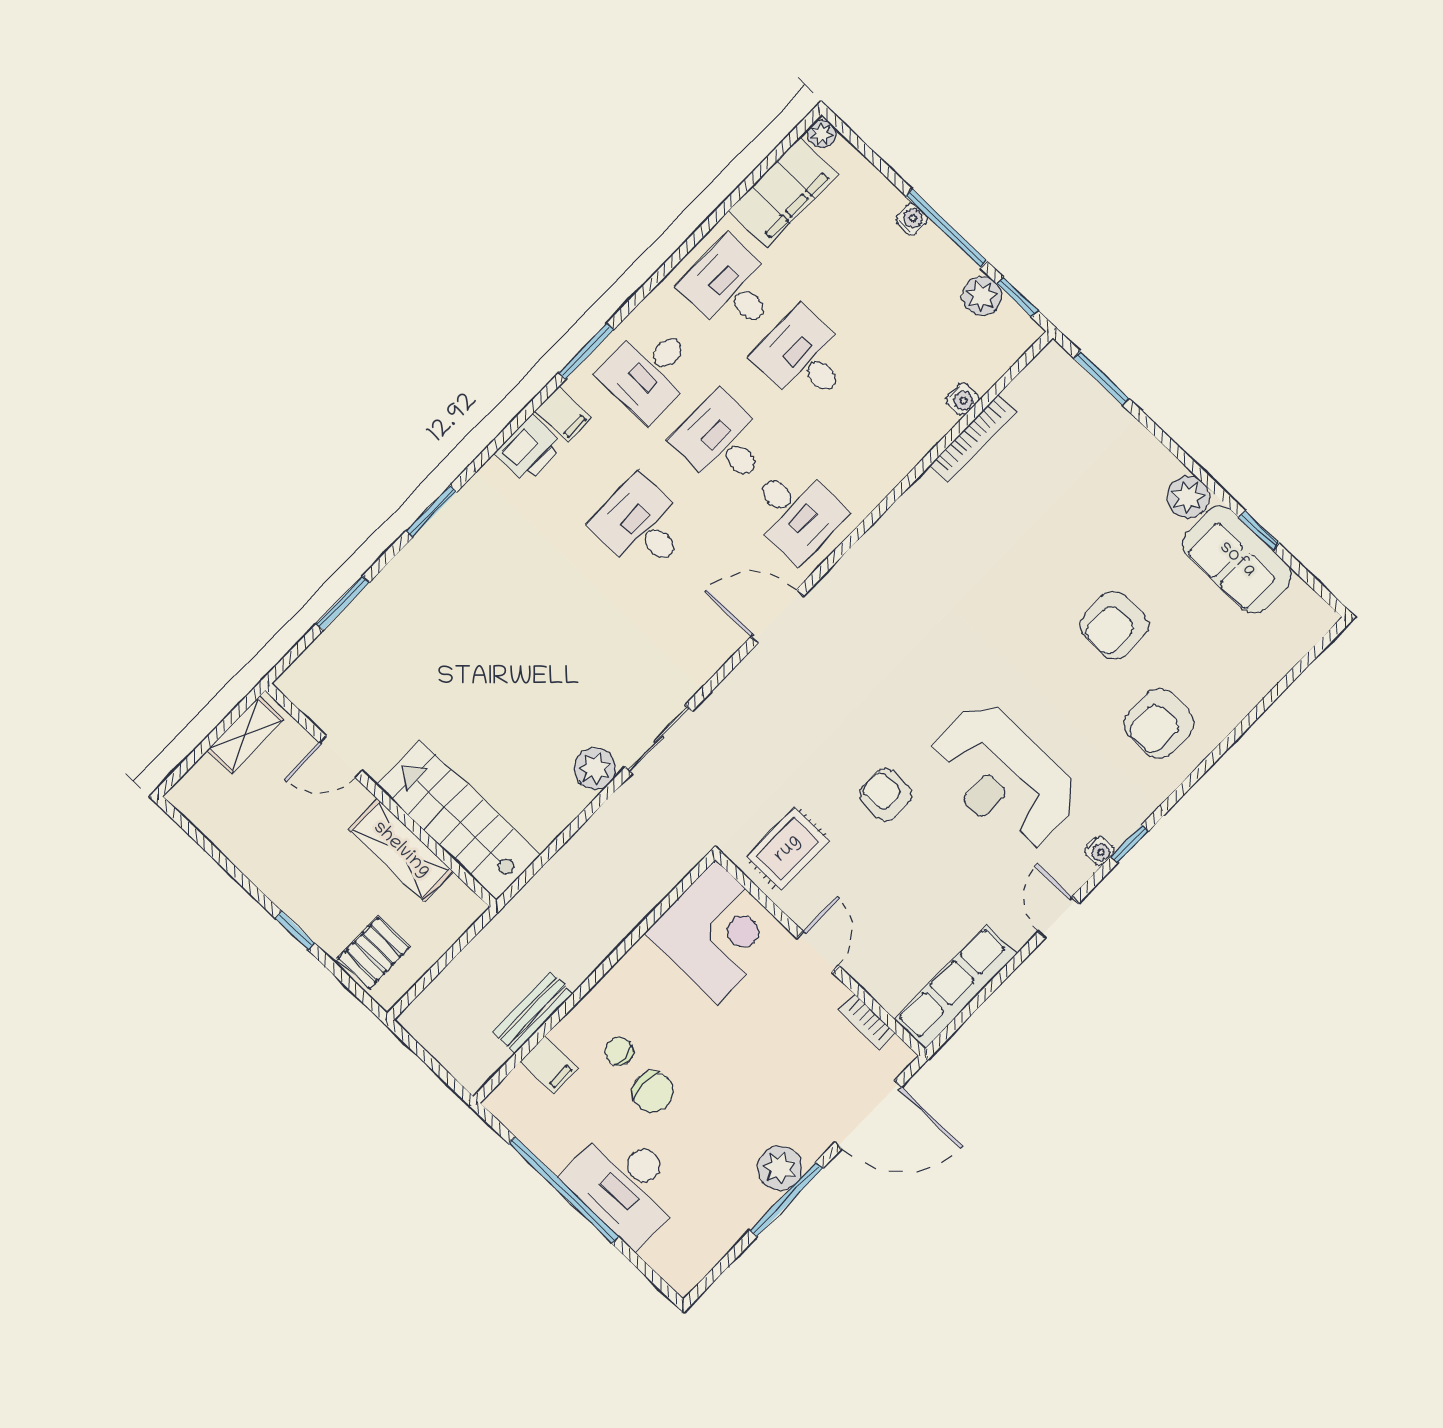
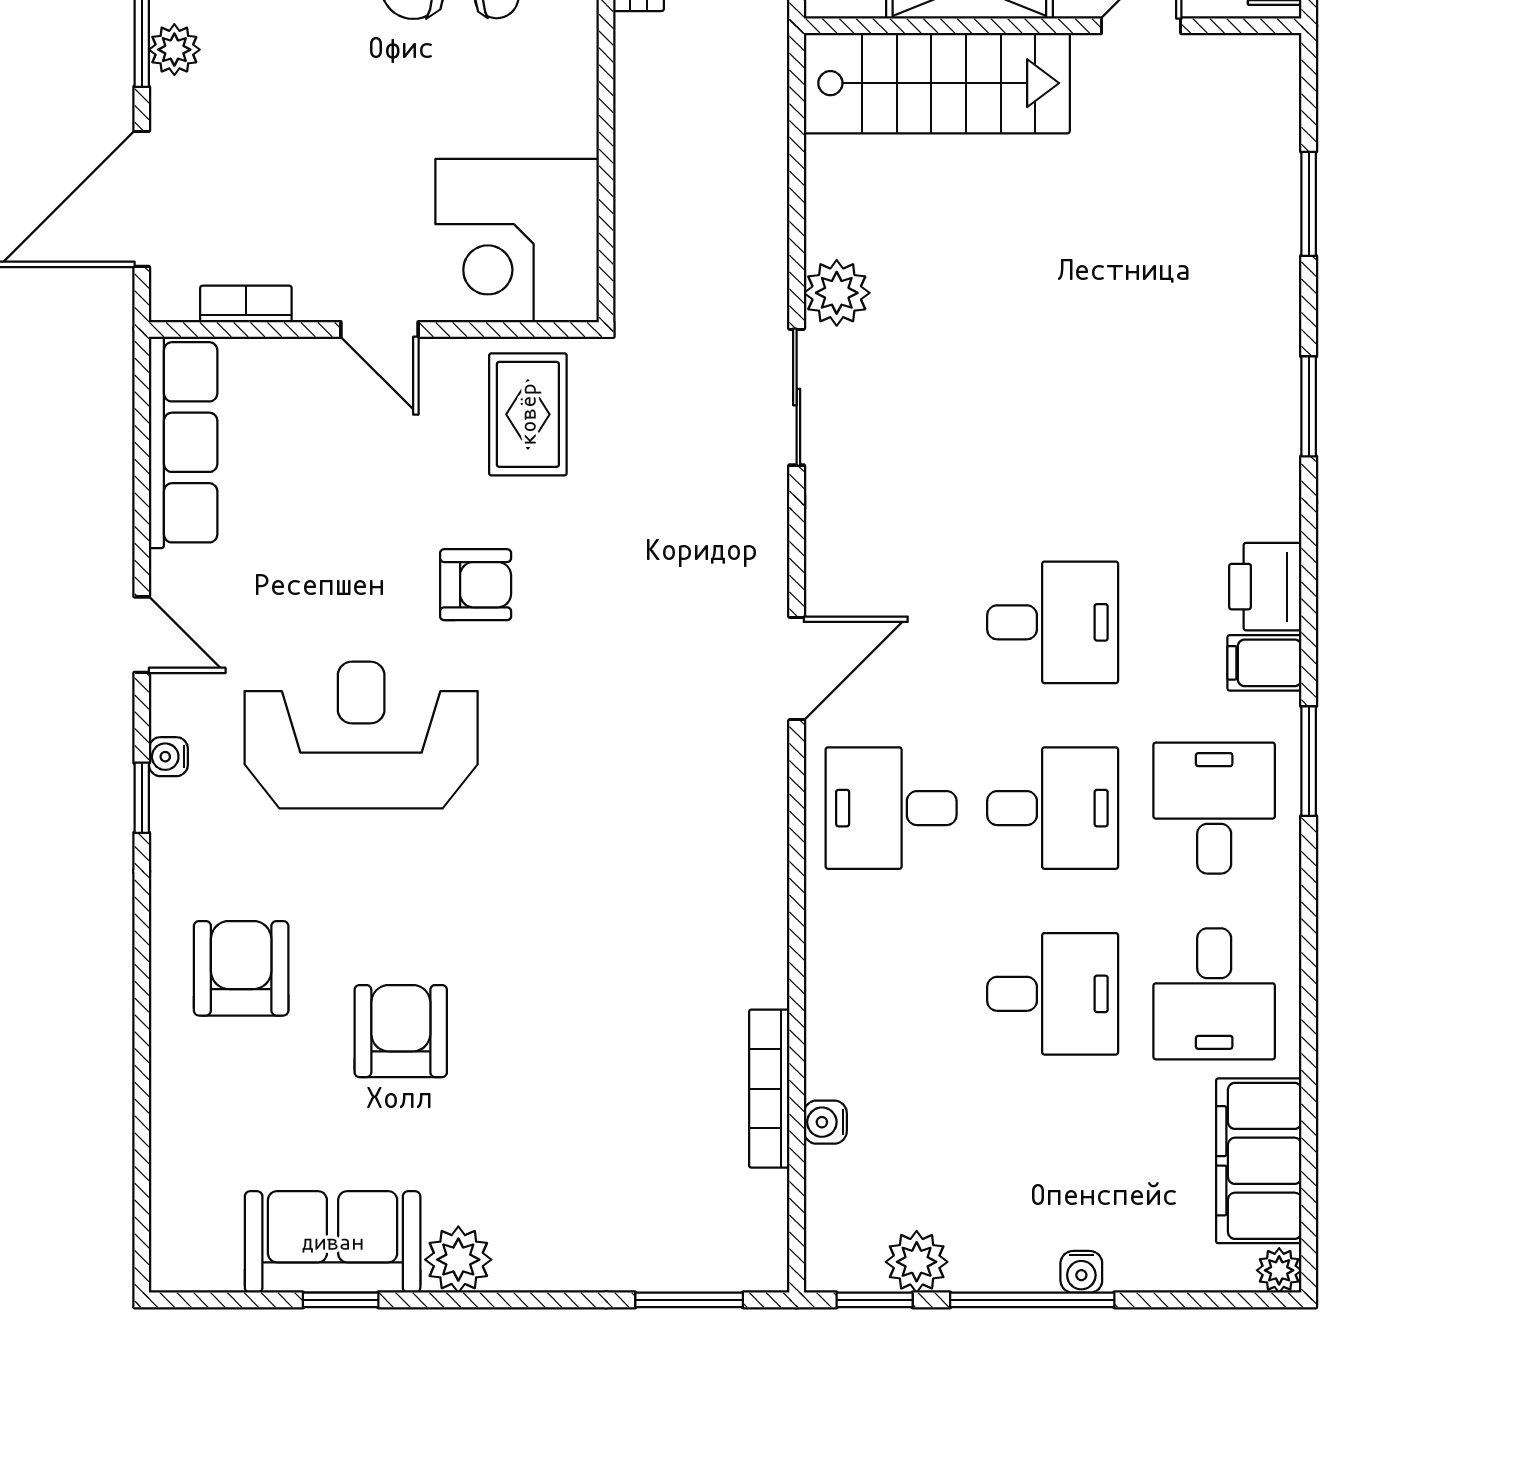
desk: (730, 287) -> (1214, 994), turned 90
plant: (780, 1168) -> (174, 50), width x0.73, depth x0.73

